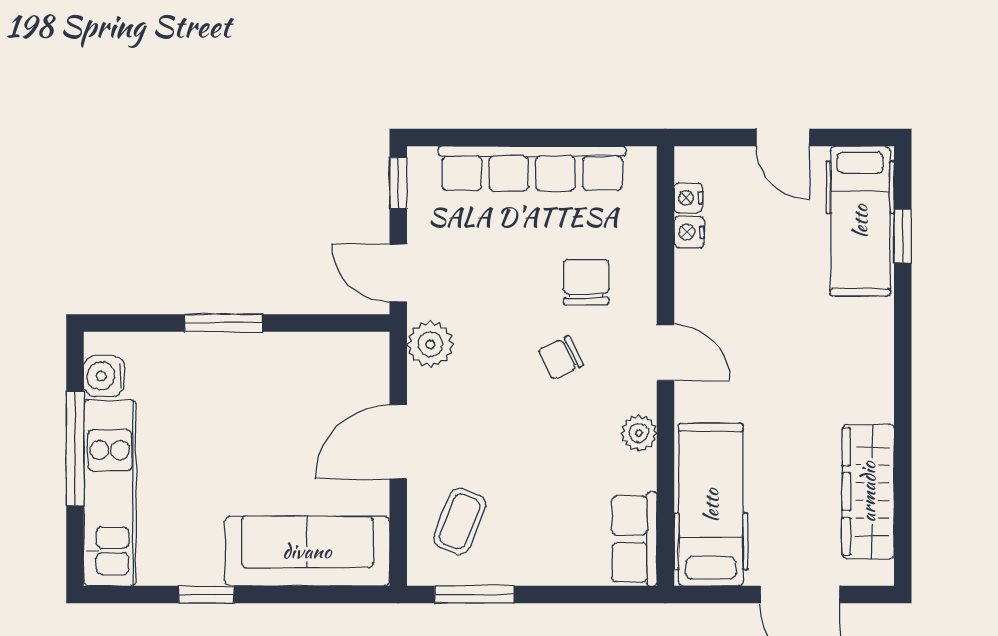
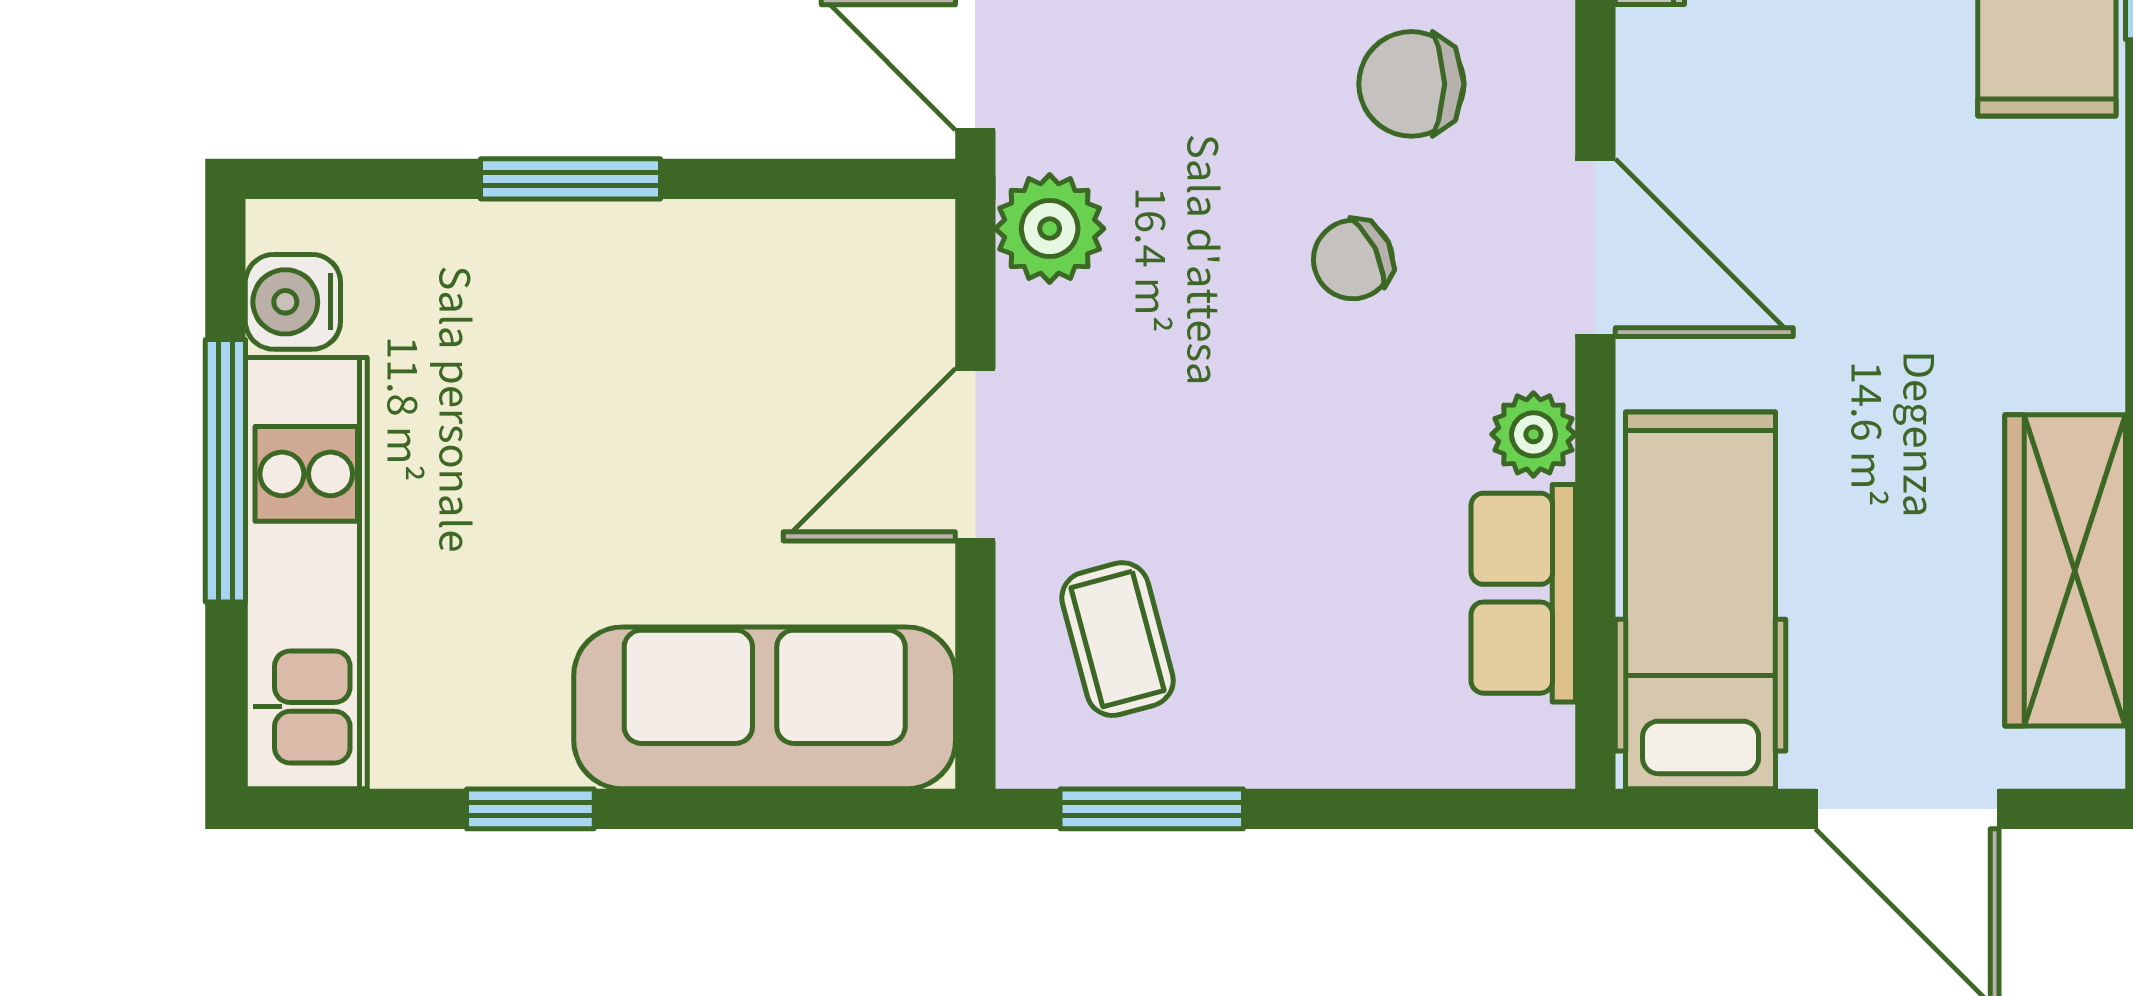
chair: (586, 282) -> (1411, 84), turned -90
door: (666, 353) -> (1595, 248), width x1.38
coffee table: (460, 521) -> (1118, 639), turned -37
row of seats: (634, 539) -> (1523, 593), moved

